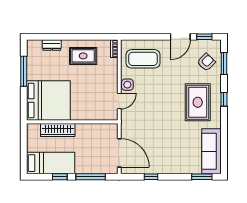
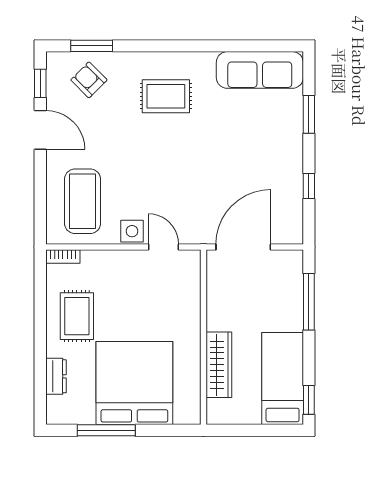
window: (224, 99) -> (160, 46), removed
bed: (48, 101) -> (134, 383), moved
rug: (198, 102) -> (166, 96), width x0.73, depth x0.70
door: (119, 153) -> (243, 247), moved
window: (60, 177) -> (309, 400), moved
window: (202, 177) -> (309, 114), moved

